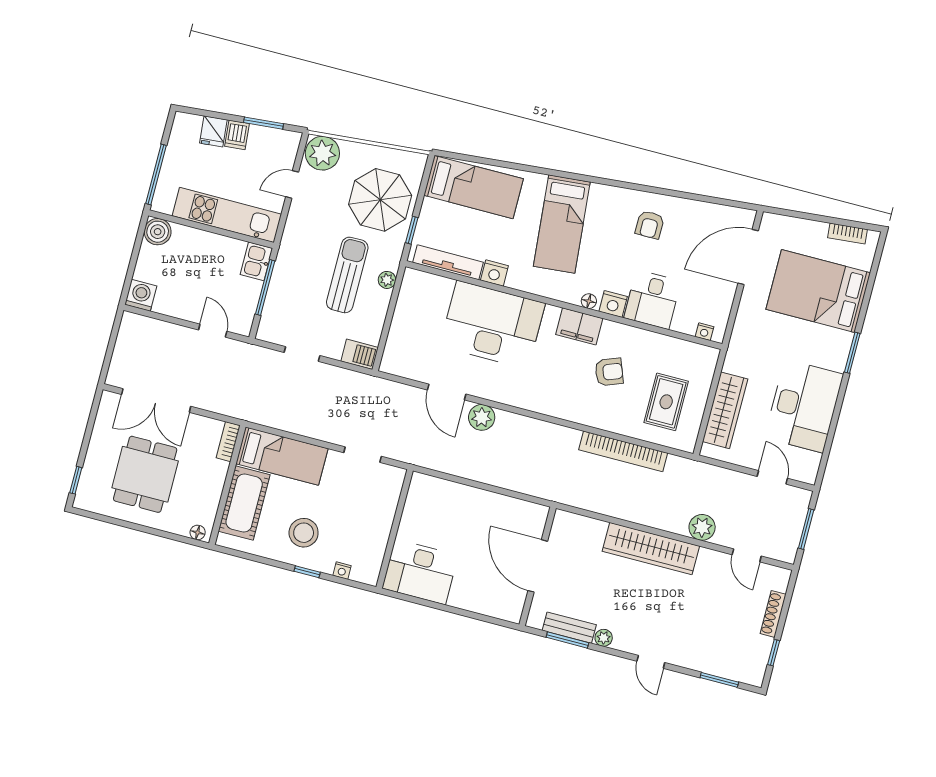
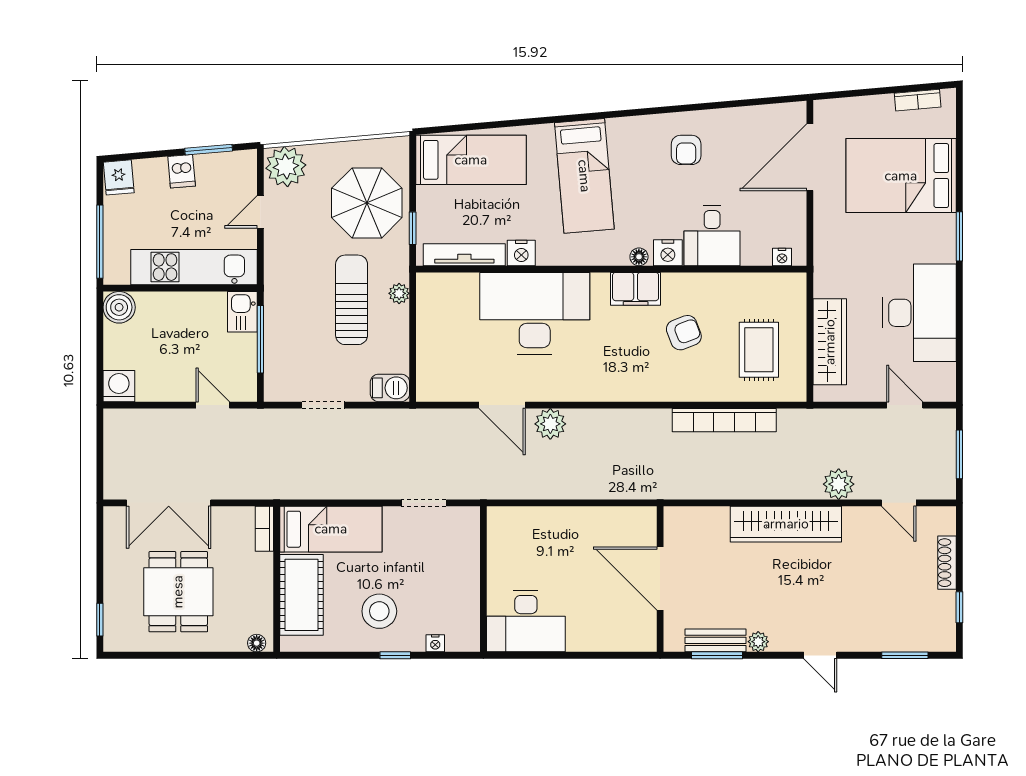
fridge: (213, 131) -> (119, 177), moved

